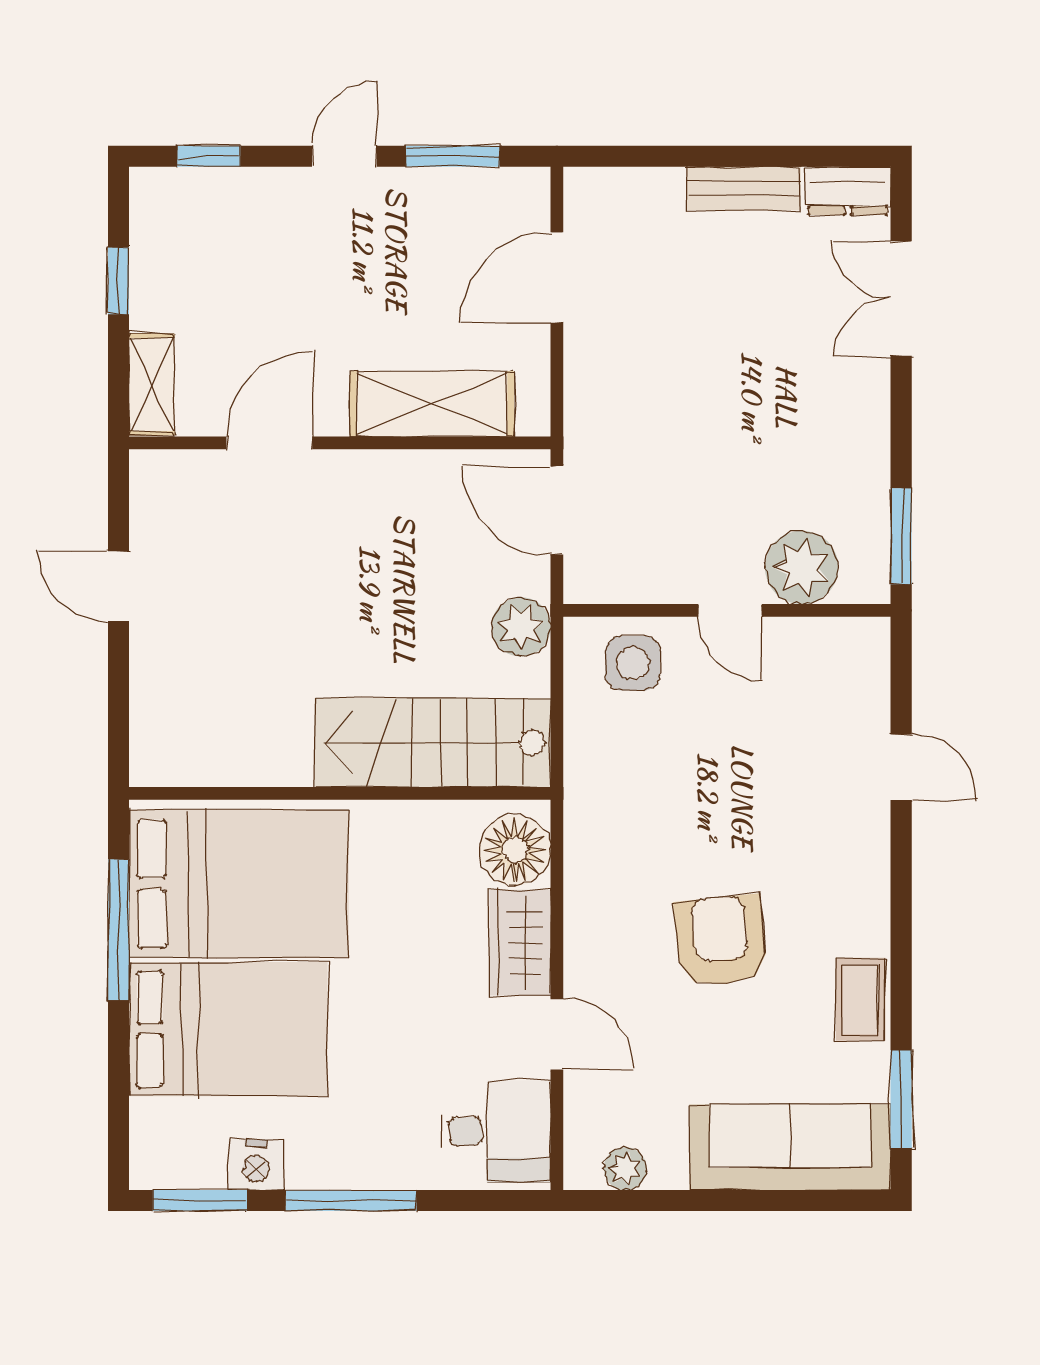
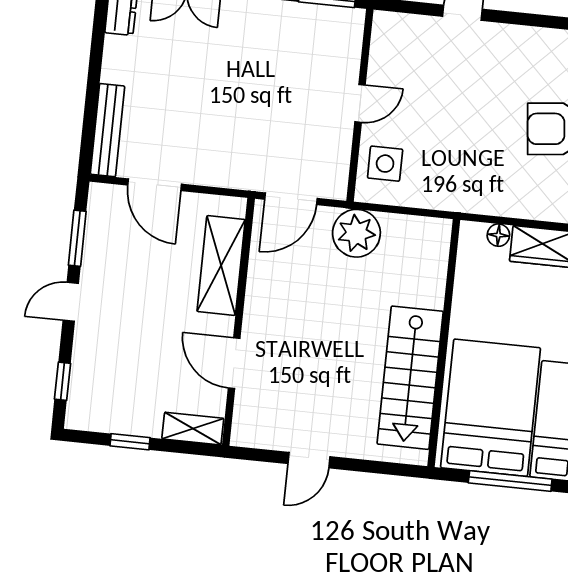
door: (344, 156) -> (71, 302), hinge flipped
bench: (744, 188) -> (107, 130), moved, width x1.36
plant: (802, 567) -> (339, 59), removed
plant: (521, 627) -> (356, 233), width x1.36, depth x1.36
stairs: (433, 743) -> (410, 378), moved
floor lamp: (515, 850) -> (498, 235), width x0.53, depth x0.53

